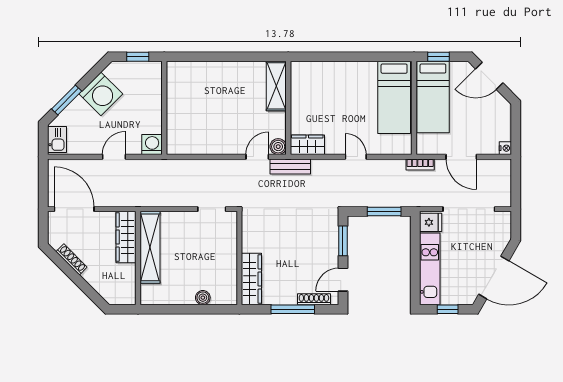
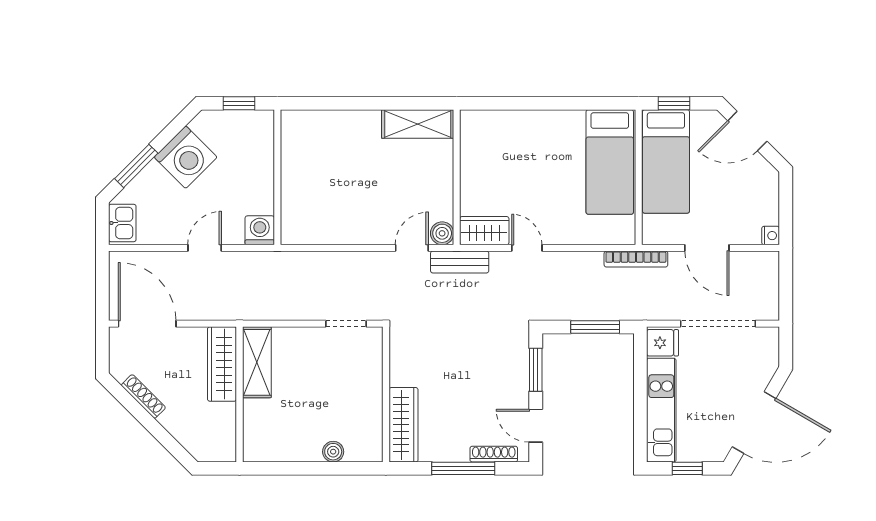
shelving: (276, 86) -> (418, 124), moved, turned 90
door: (356, 157) -> (527, 248), moved
bookcase: (420, 164) -> (636, 259), width x1.56
shelving: (150, 247) -> (257, 362), width x0.68
door: (343, 280) -> (536, 426), hinge flipped

